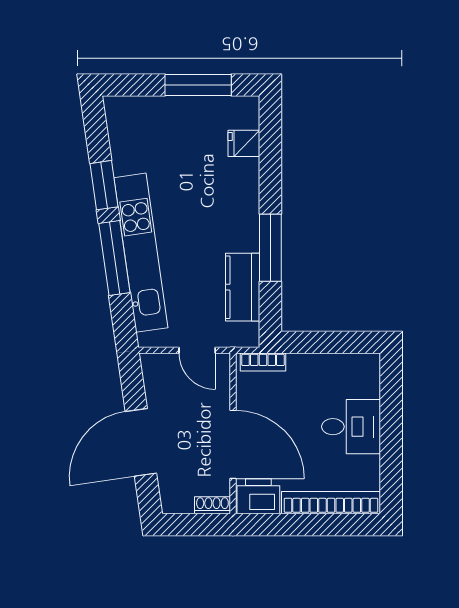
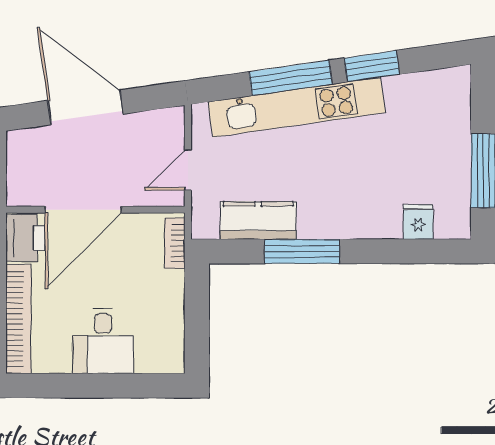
shoe rack: (212, 505) -> (16, 187), removed

